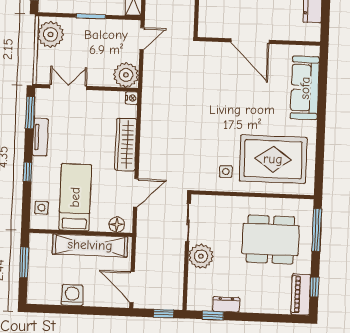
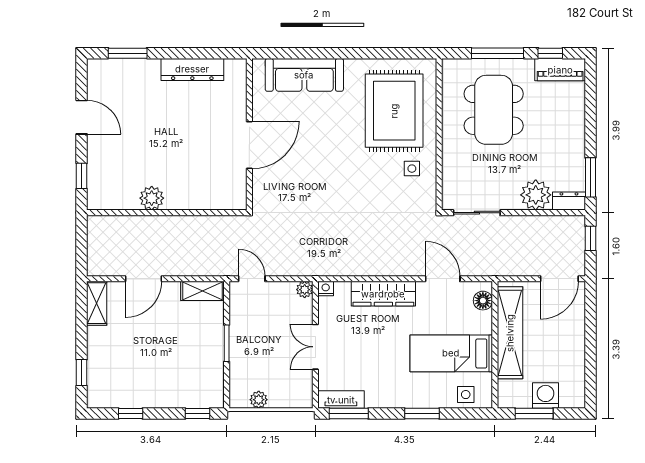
plant: (51, 34) -> (259, 400), width x0.53, depth x0.53
plant: (126, 75) -> (305, 290), width x0.53, depth x0.53
double door: (68, 87) -> (315, 347), moved
tv unit: (40, 137) -> (341, 400), moved
window: (28, 172) -> (422, 414), width x1.50
window: (317, 230) -> (498, 53), moved
plant: (201, 256) -> (536, 195), moved
washing machine: (72, 295) -> (546, 396), moved, turned 90
dresser: (226, 304) -> (569, 201), moved, turned 90
window: (213, 315) -> (590, 177), width x1.50

